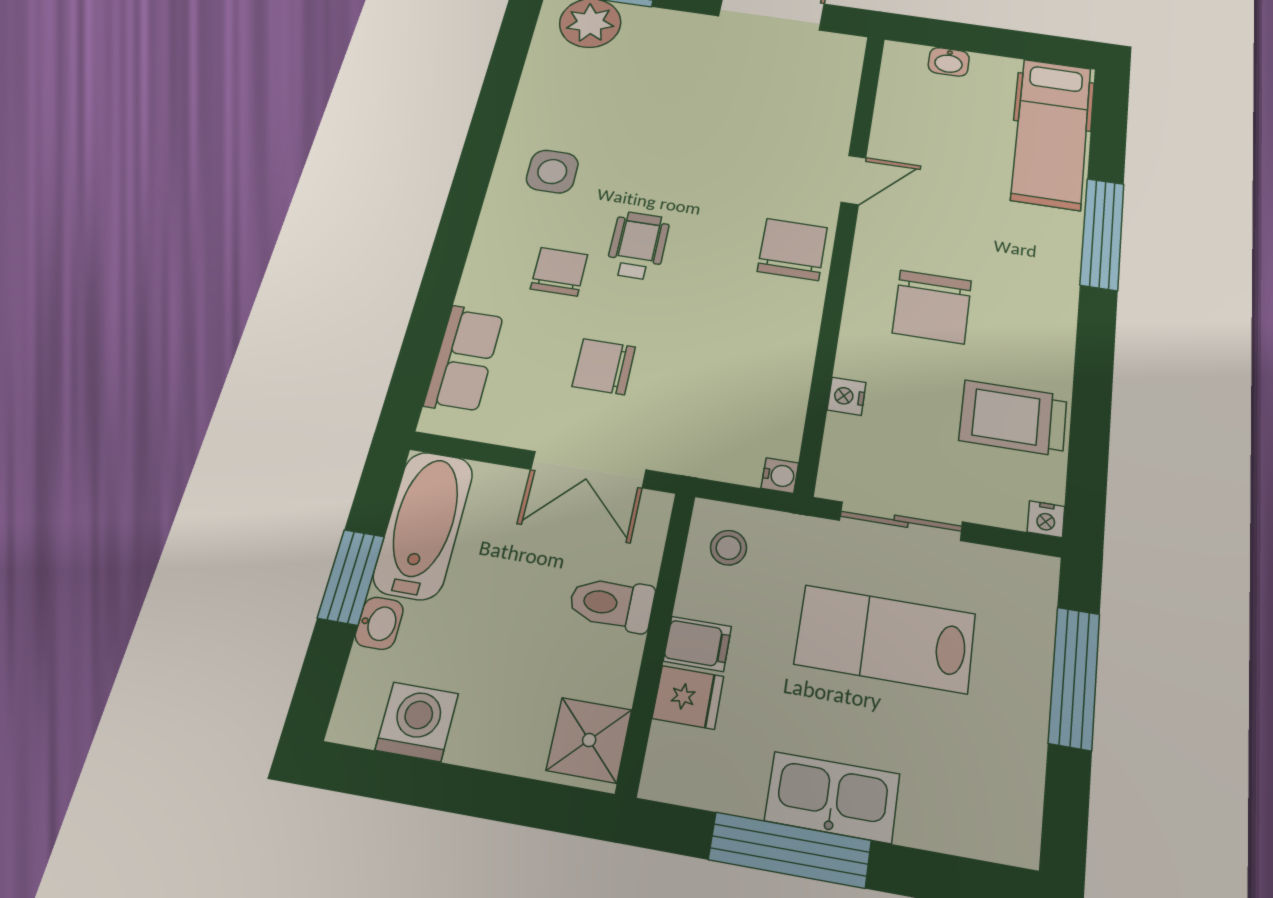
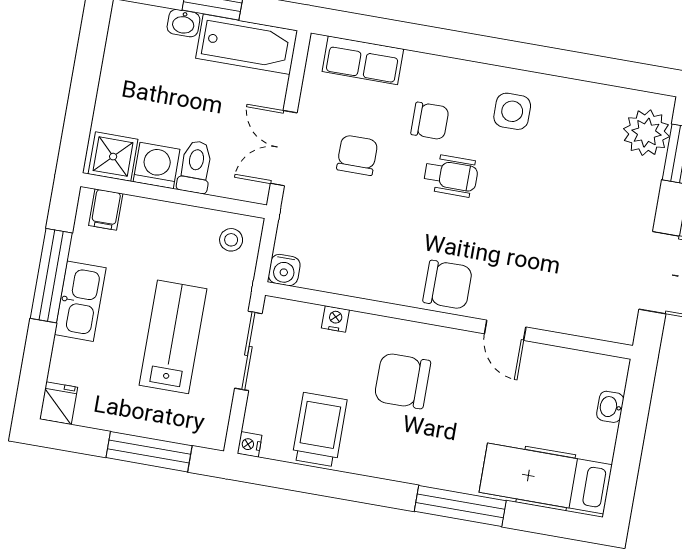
water cooler: (780, 475) -> (284, 270), width x1.38, depth x1.38
filing cabinet: (697, 644) -> (106, 210), moved
fridge: (688, 697) -> (59, 403), moved, turned 180
washing machine: (417, 722) -> (157, 165), moved, turned -90

